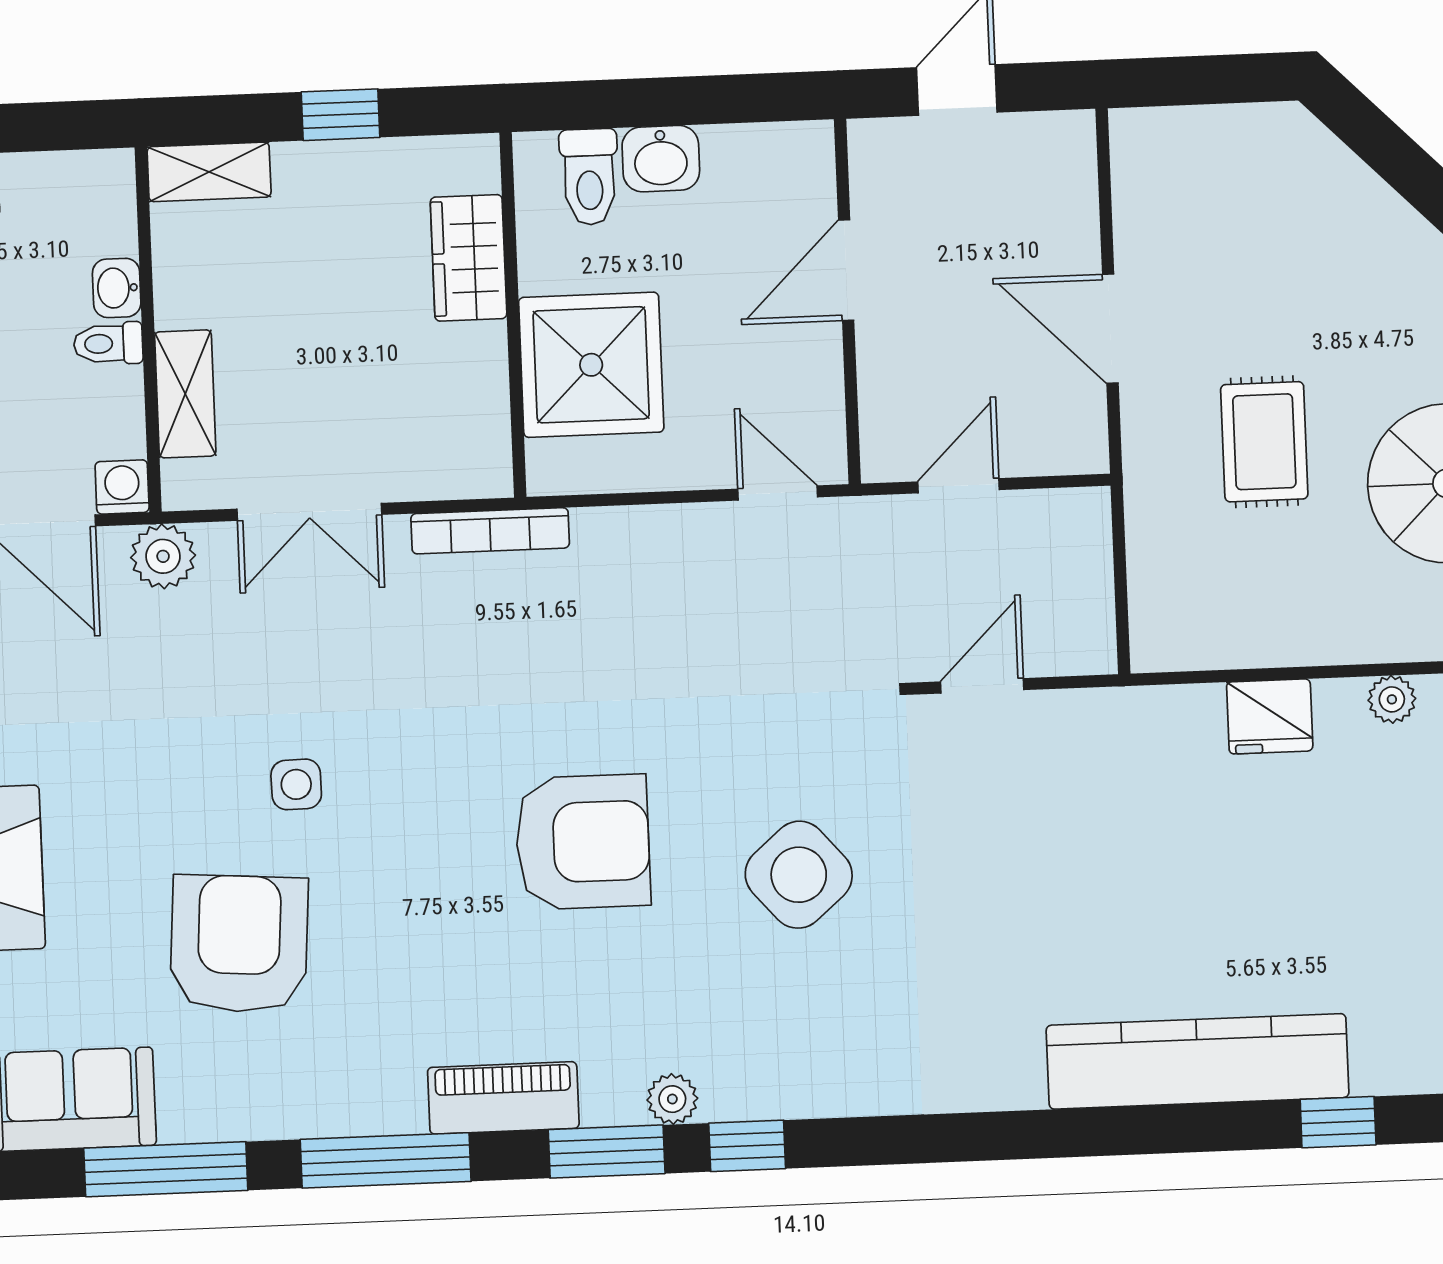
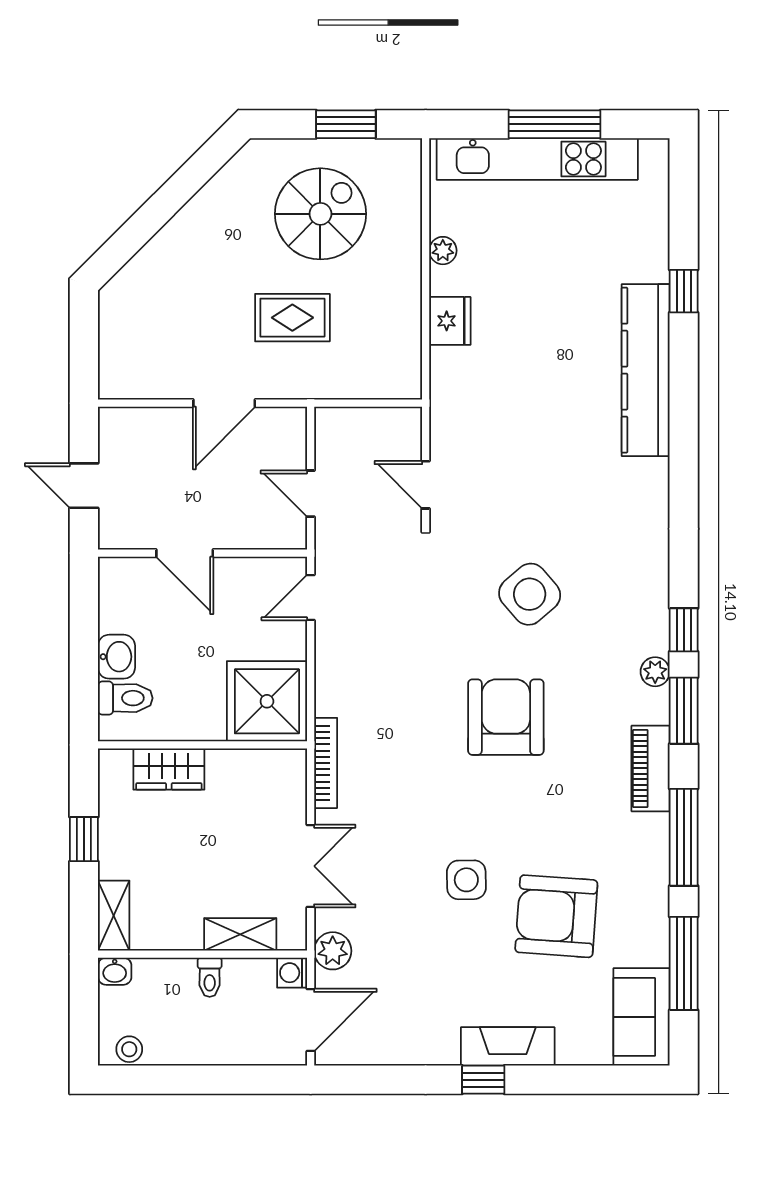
washbasin: (117, 288) -> (115, 971), moved
shower: (591, 365) -> (267, 701), moved
side table: (296, 784) -> (466, 880), width x1.37, depth x1.37

